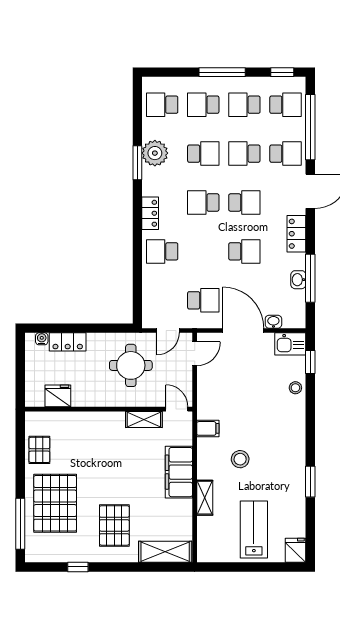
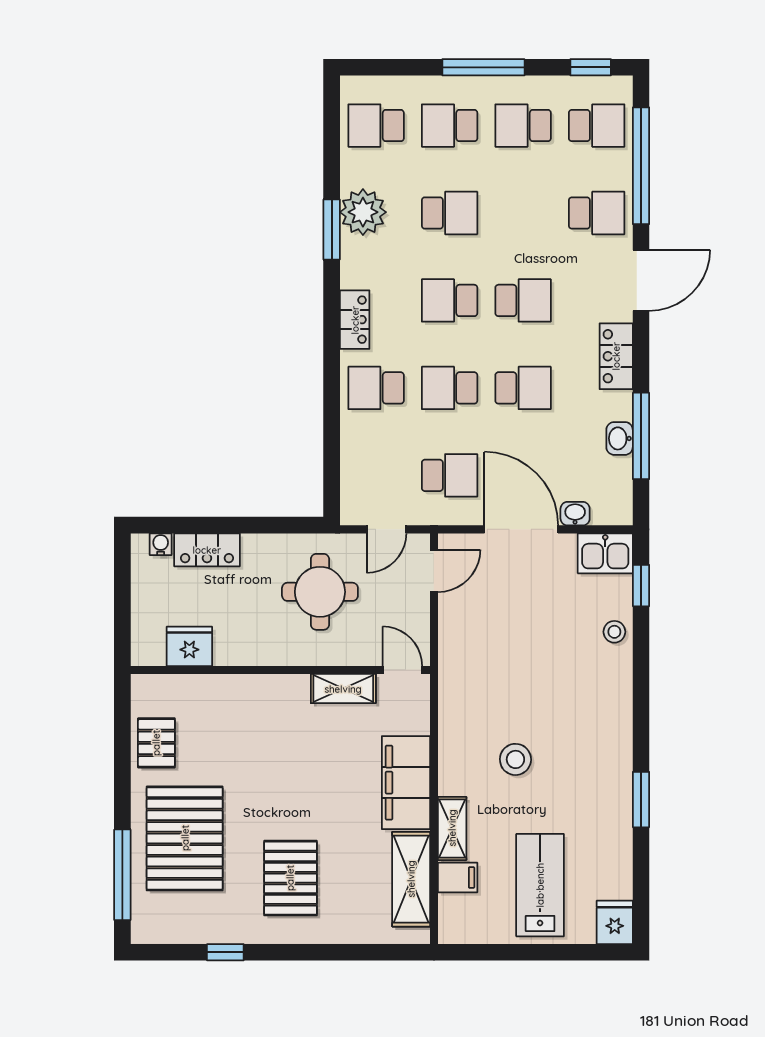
school desk: (244, 154) -> (450, 388), moved
filing cabinet: (208, 428) -> (458, 877), moved
shelving: (165, 552) -> (411, 879), moved, turned 90

